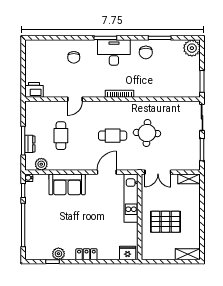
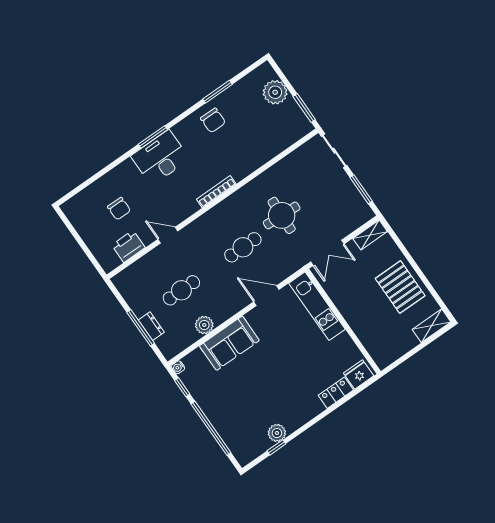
plant: (192, 48) -> (275, 92), moved
desk: (114, 53) -> (160, 158), moved
chair: (74, 57) -> (119, 209), moved
printer: (34, 90) -> (128, 246), moved
door: (75, 99) -> (168, 235), swing flipped
cafe table: (61, 136) -> (181, 290), turned 90
plant: (41, 164) -> (204, 325), moved
door: (107, 172) -> (266, 296), hinge flipped
pallet: (165, 222) -> (400, 287), moved, turned 90
locker: (86, 254) -> (336, 393), moved

